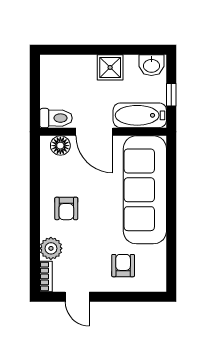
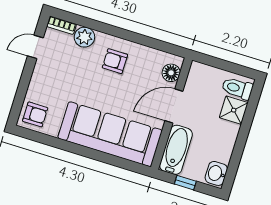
shower: (110, 67) -> (234, 110), moved
toilet: (56, 118) -> (237, 88), moved, turned 90
armchair: (123, 266) -> (35, 114), moved

